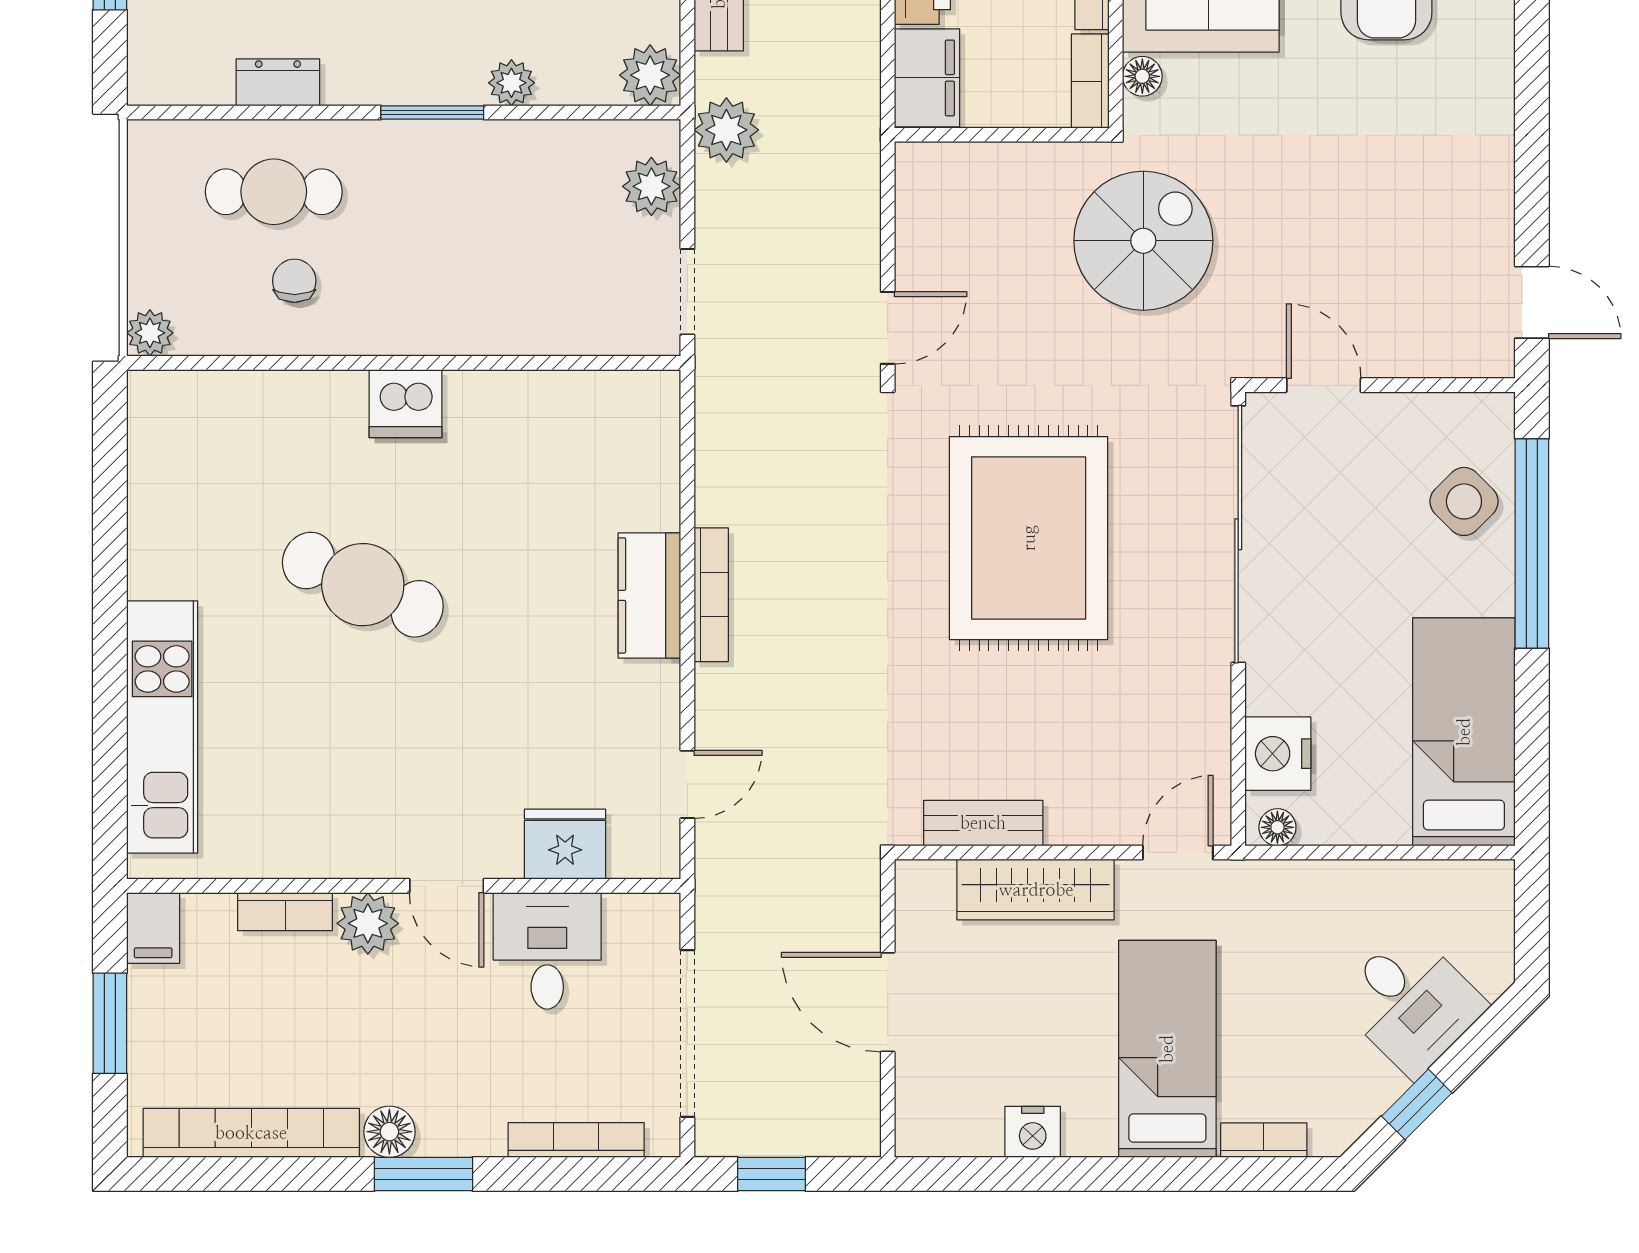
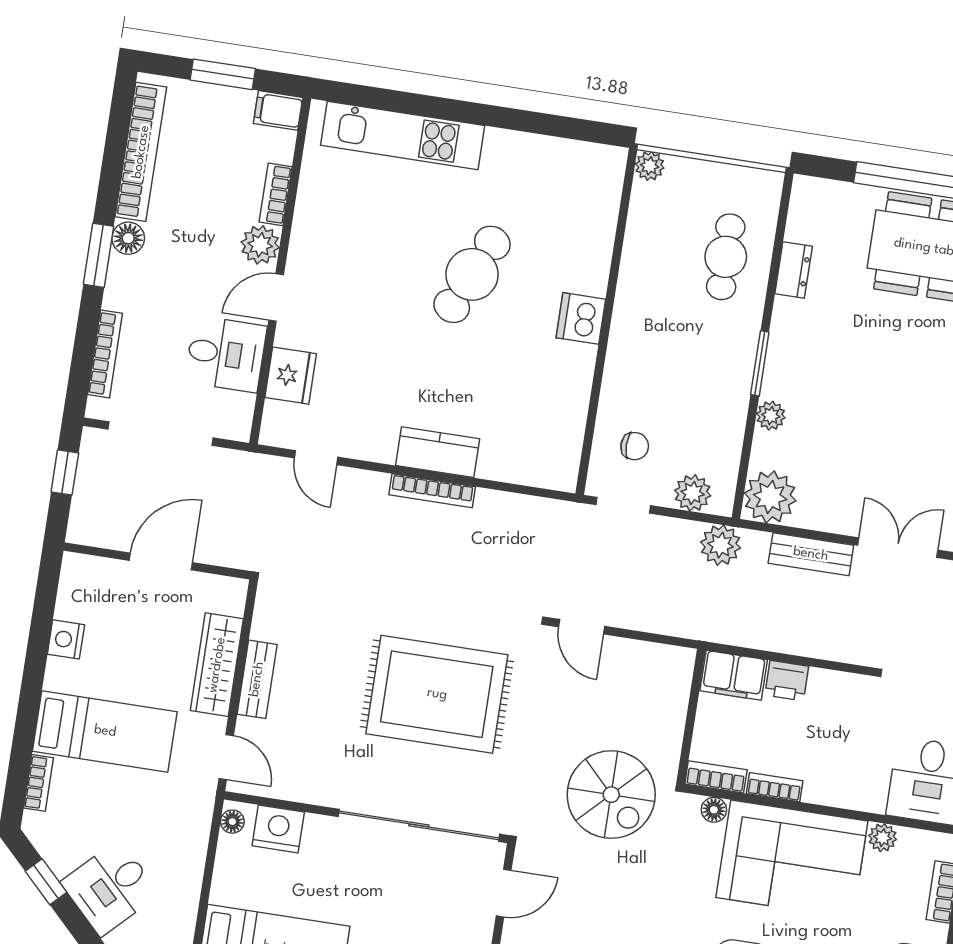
plant: (650, 75) -> (770, 497), width x1.36, depth x1.36
chair: (294, 281) -> (635, 446), moved
bench: (983, 823) -> (257, 679), moved

